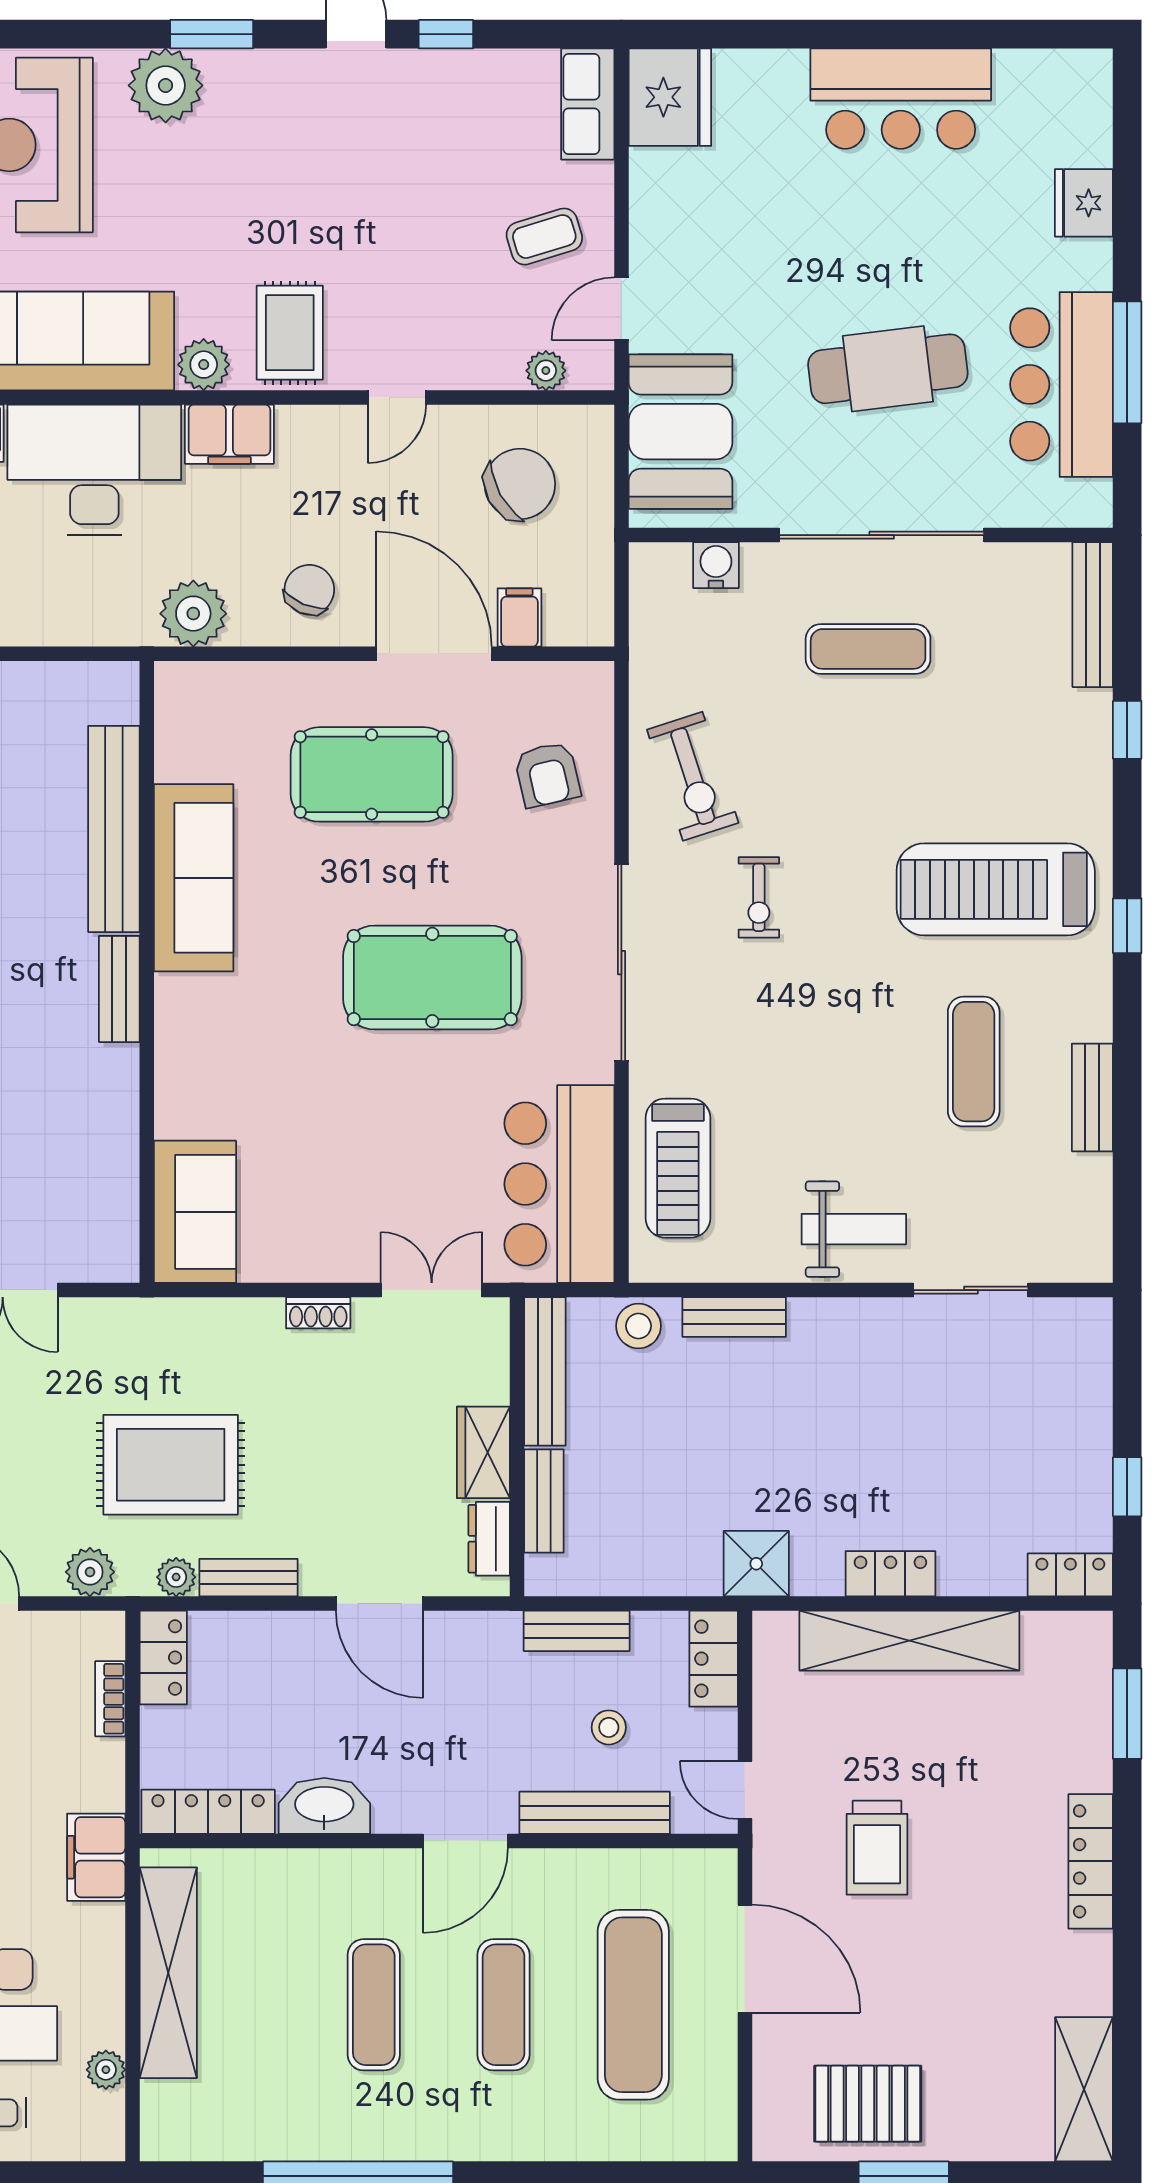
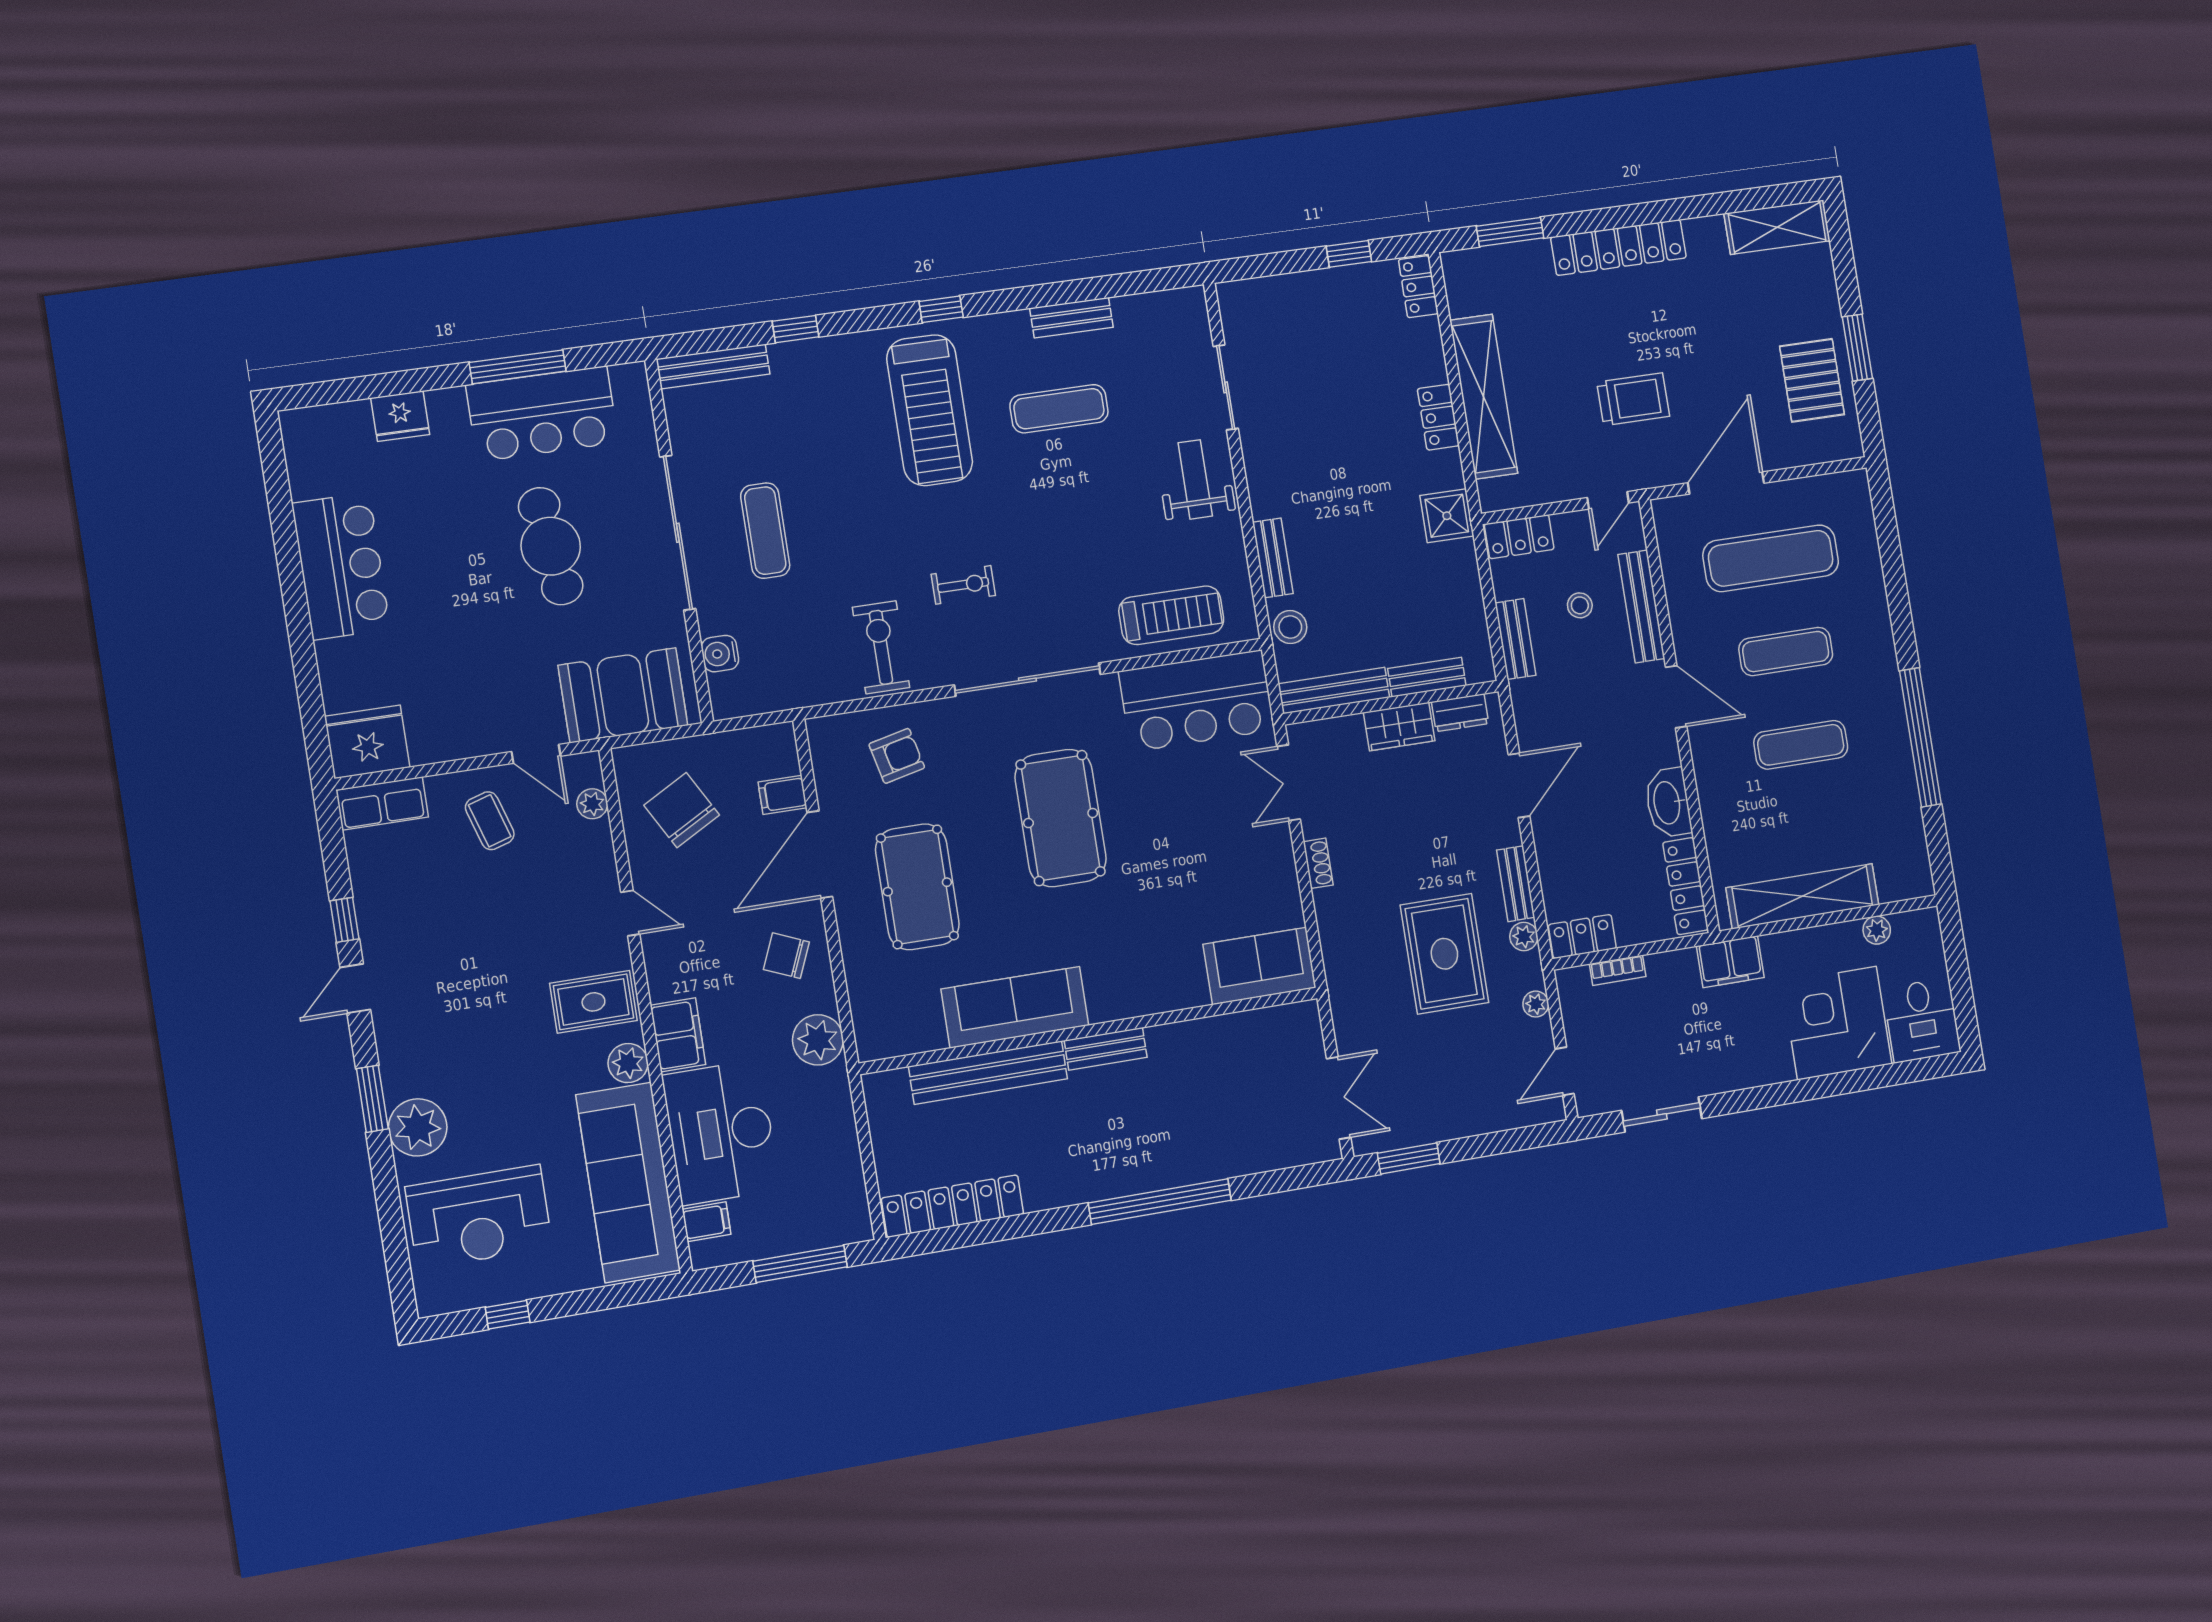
exercise bike: (693, 776) -> (881, 647), turned -72
plant: (90, 1572) -> (1536, 1004), width x0.73, depth x0.73
locker: (1091, 1861) -> (1619, 247), width x1.41, depth x1.21

